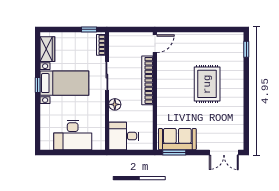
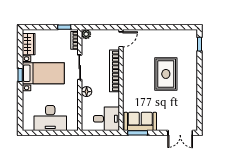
plant: (114, 38) -> (86, 34), added
desk: (124, 136) -> (106, 119), moved, turned 180

